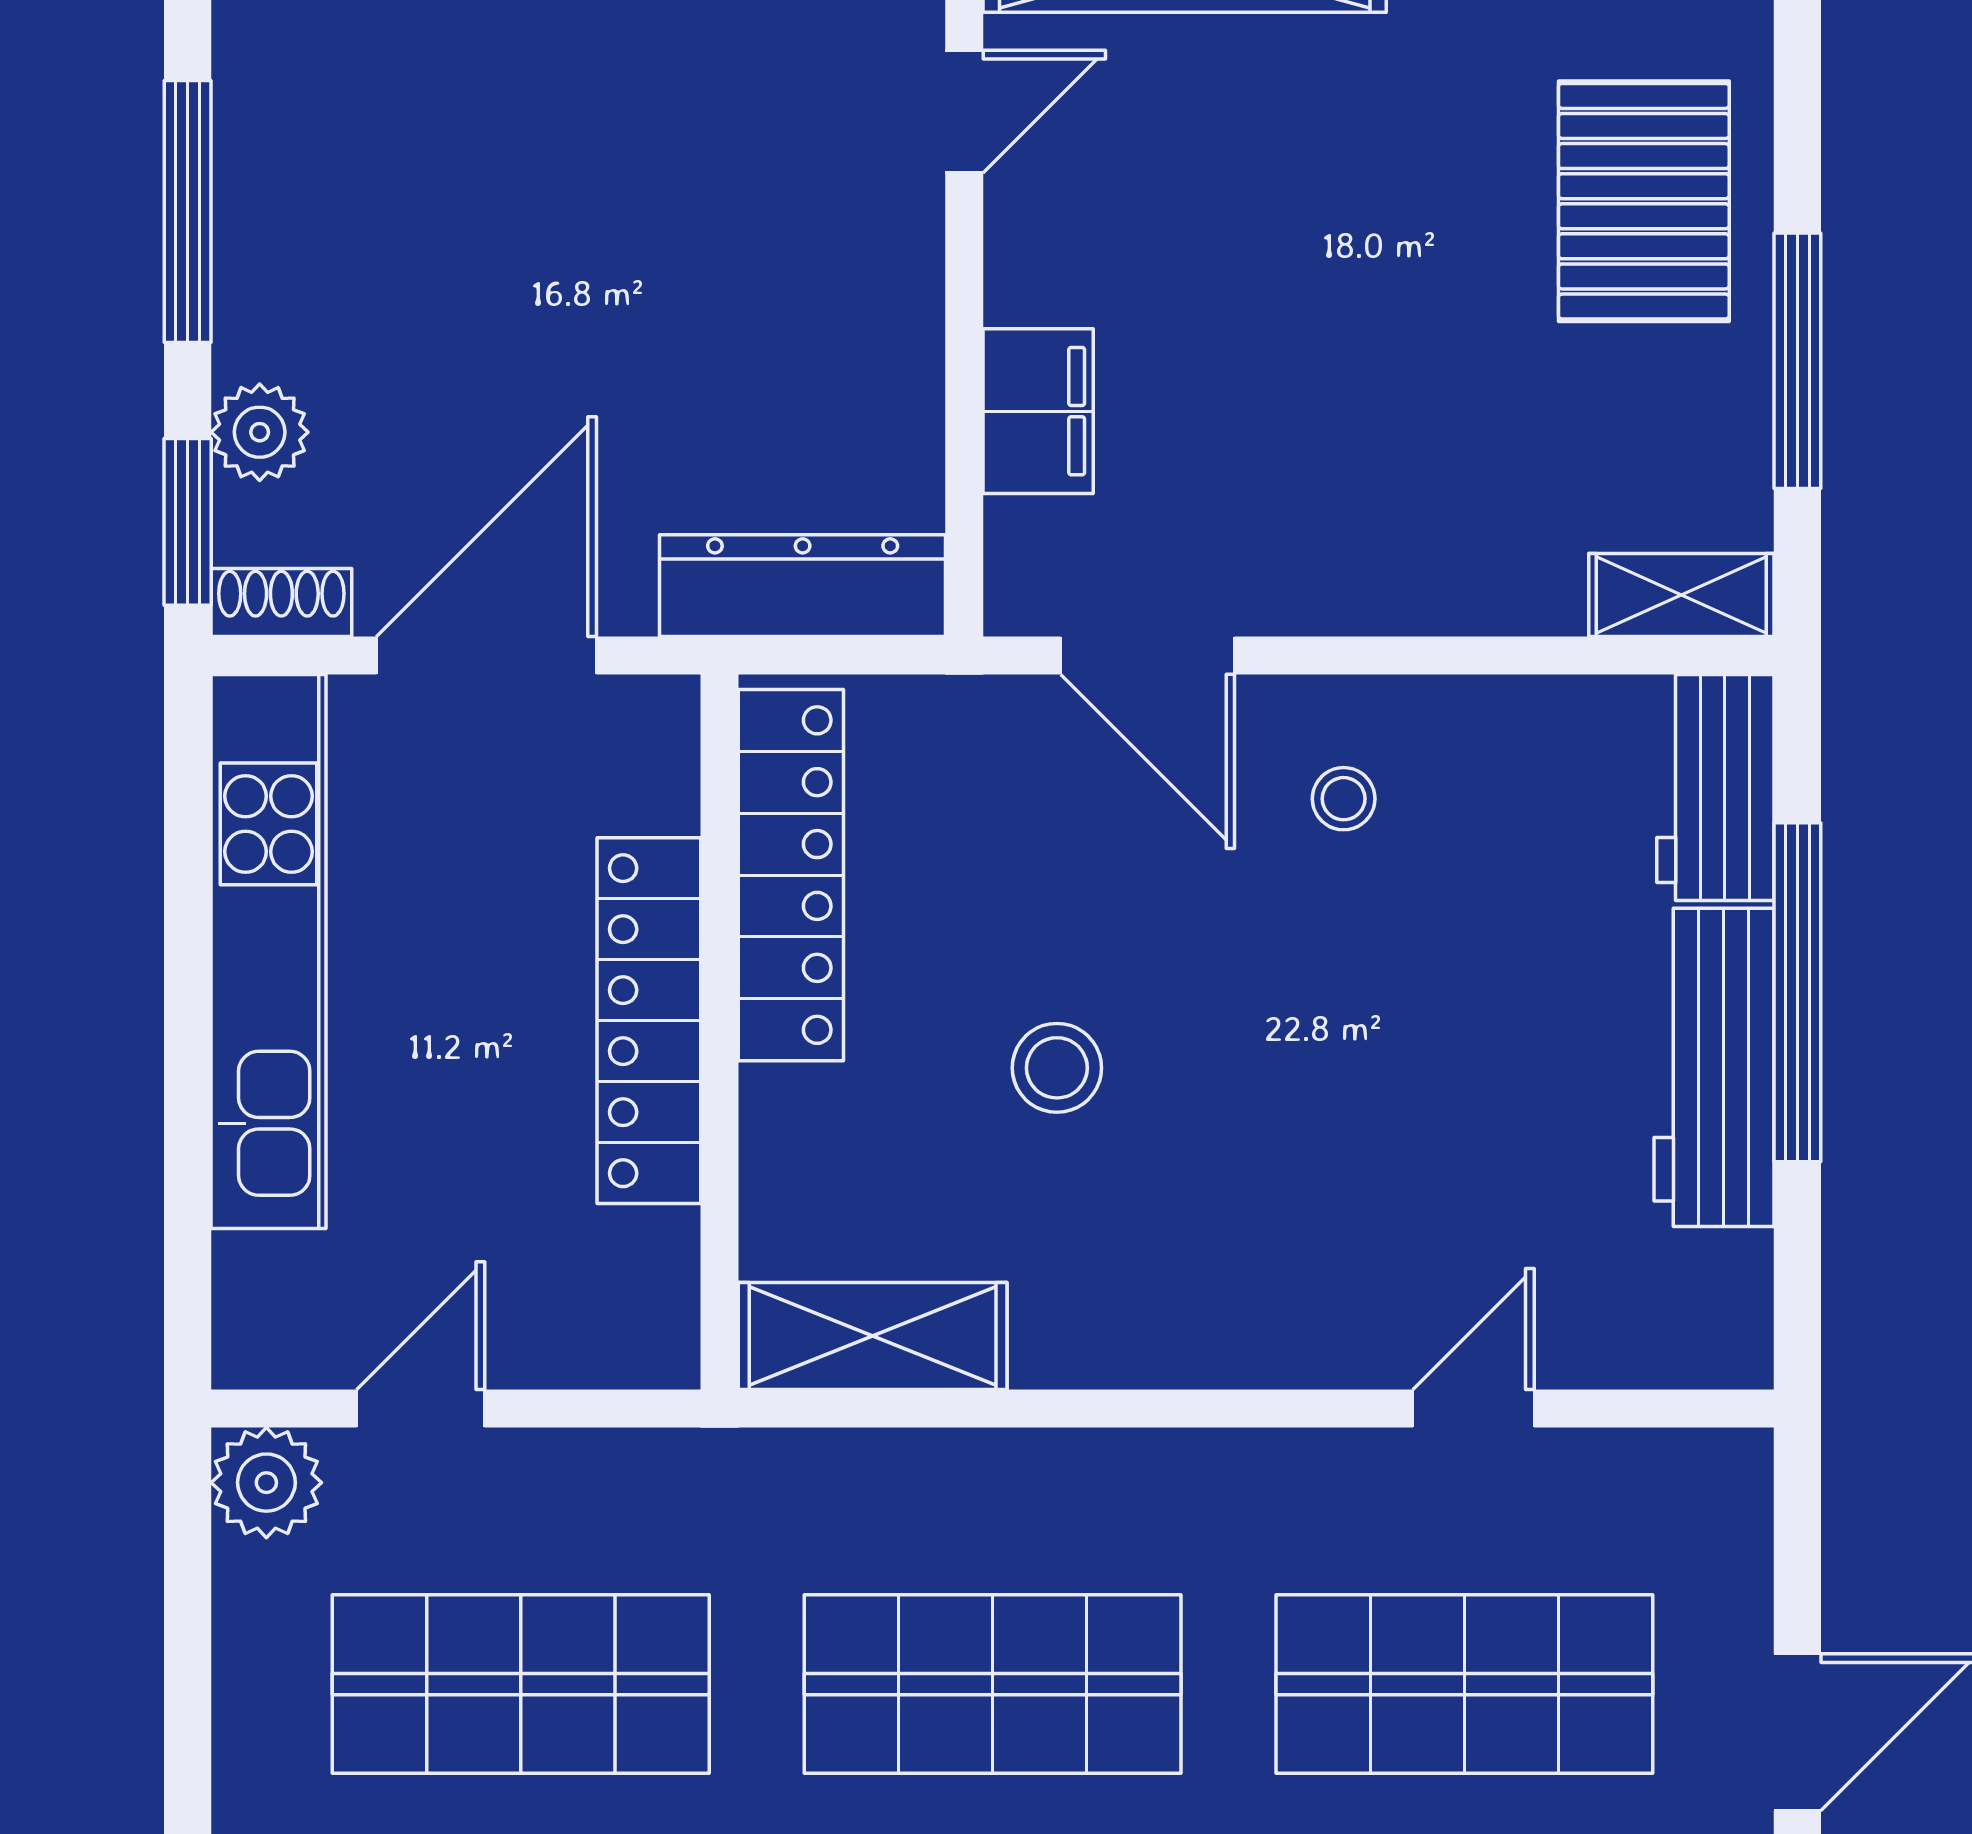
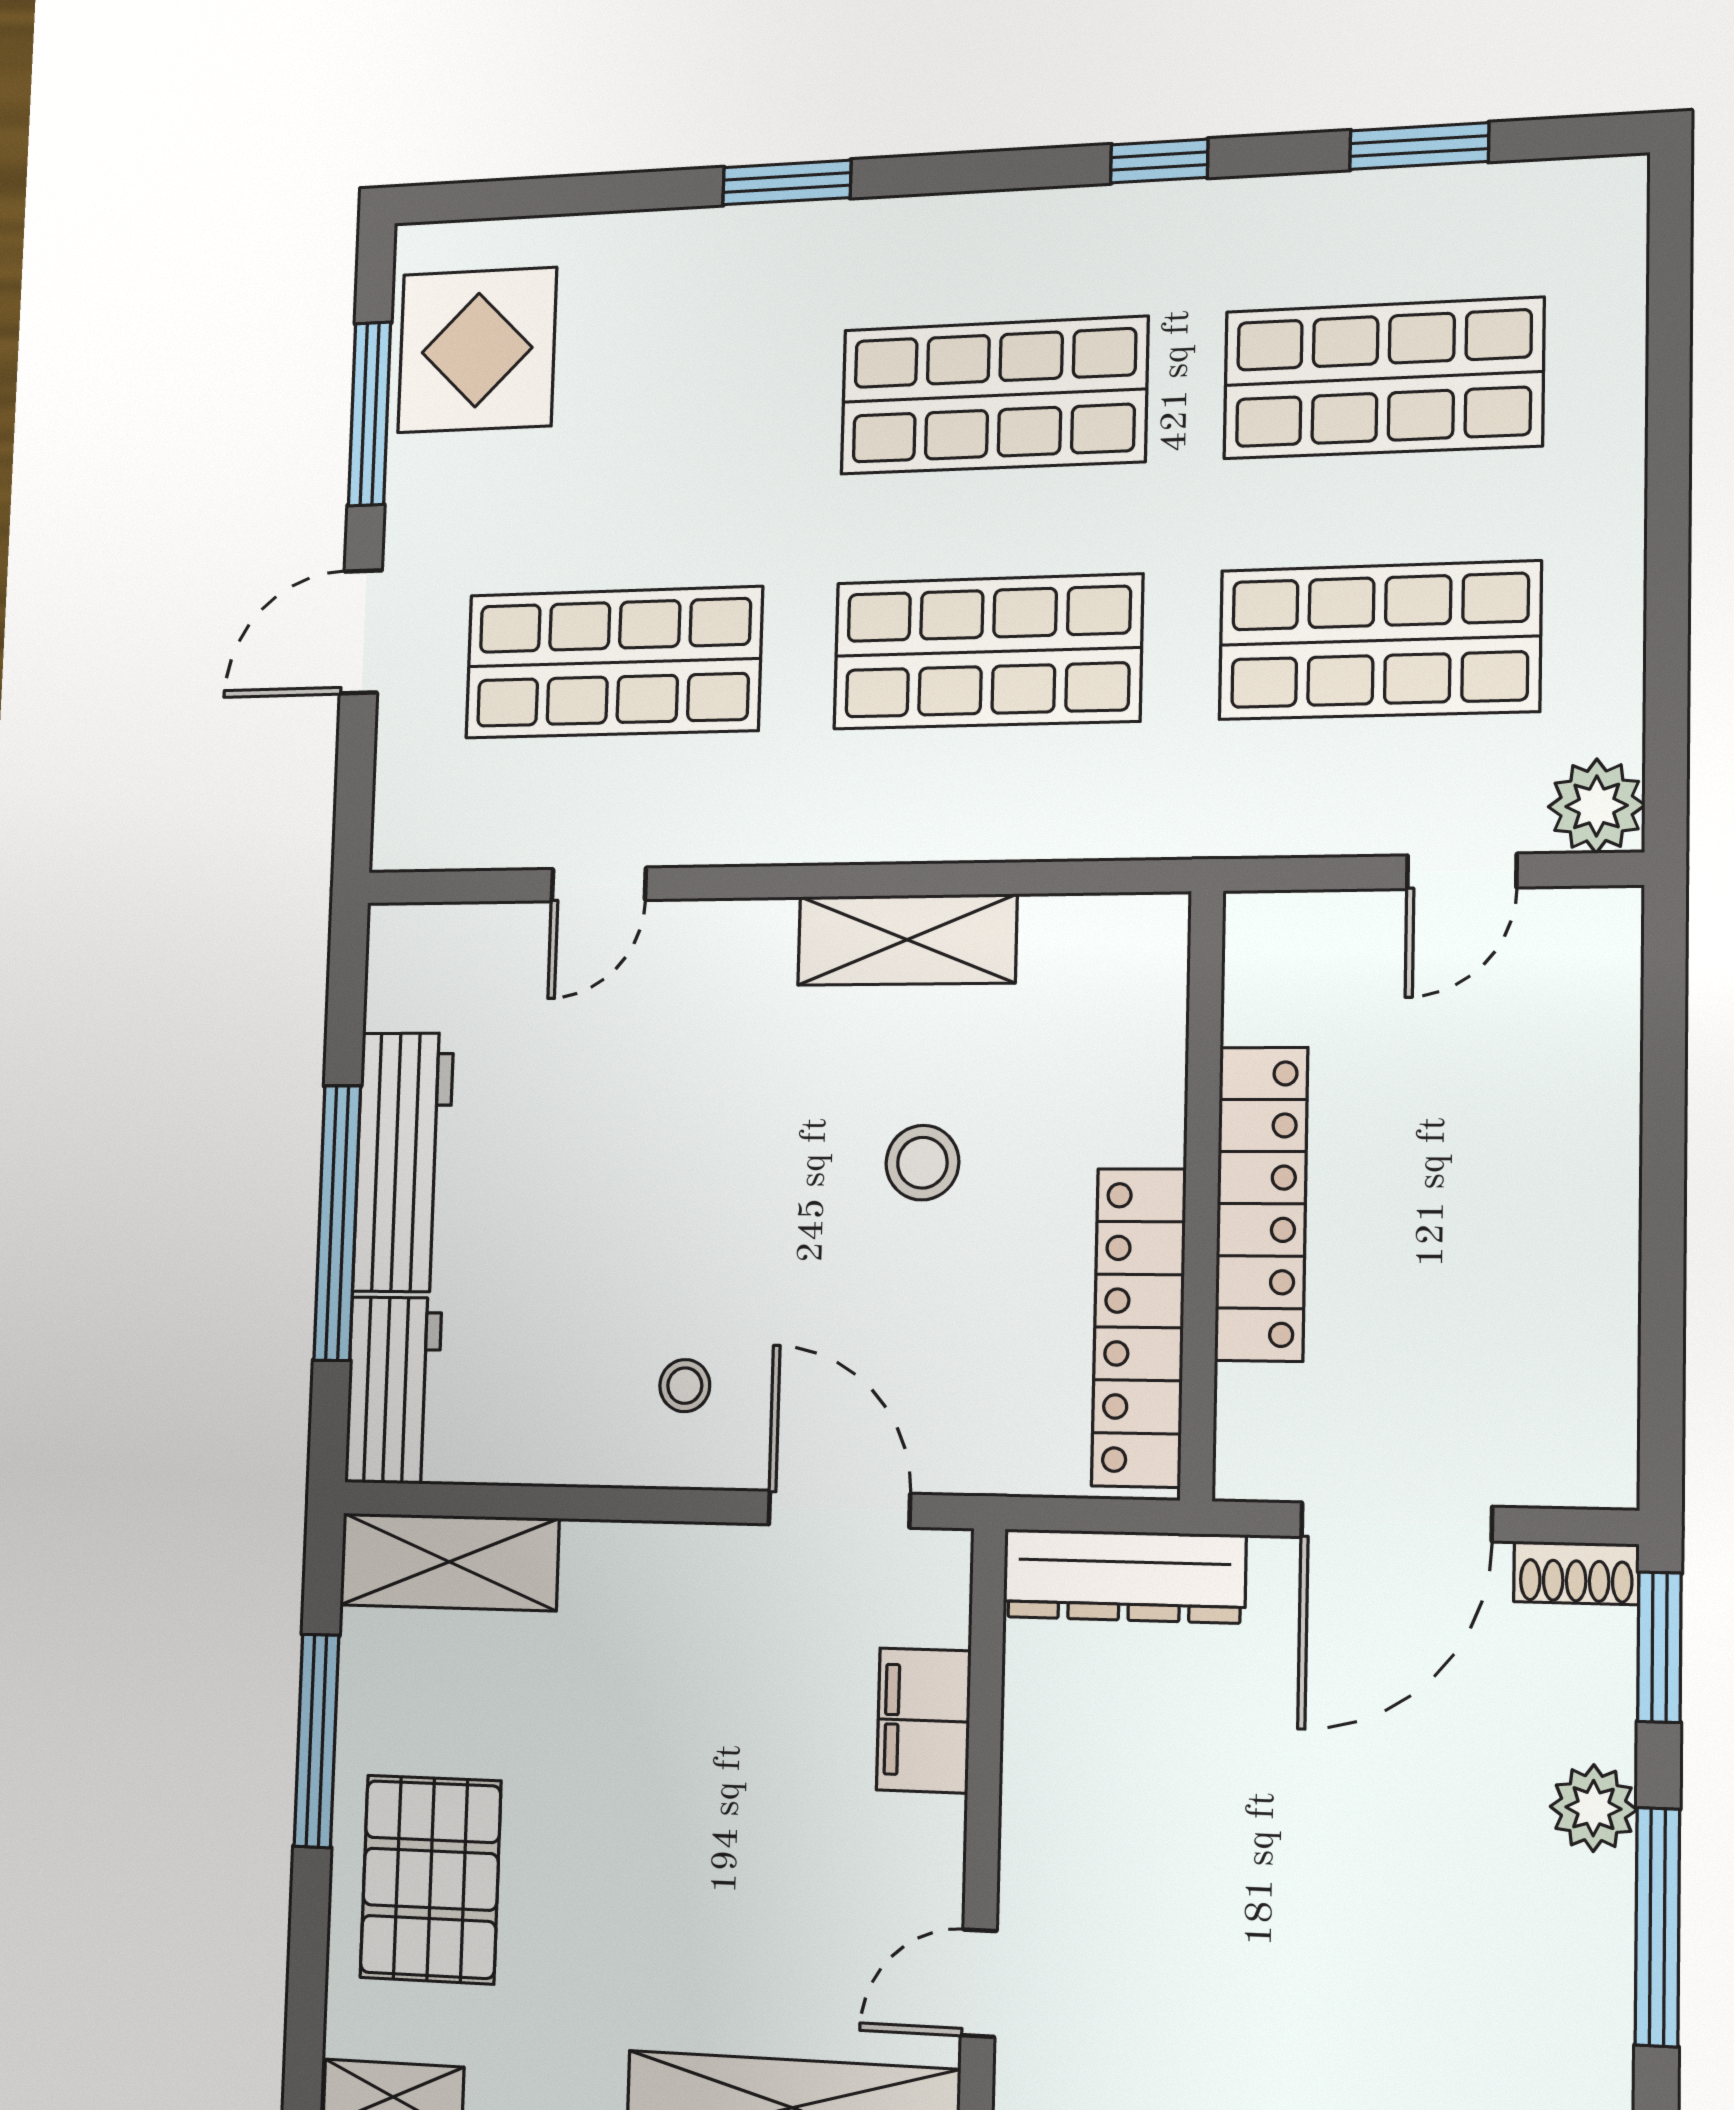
plant: (260, 432) -> (1593, 1808), moved
shelving: (1681, 595) -> (449, 1562), width x1.50, depth x1.33
kitchen unit: (269, 951) -> (1591, 1266), removed
shelving: (873, 1336) -> (907, 940), moved

